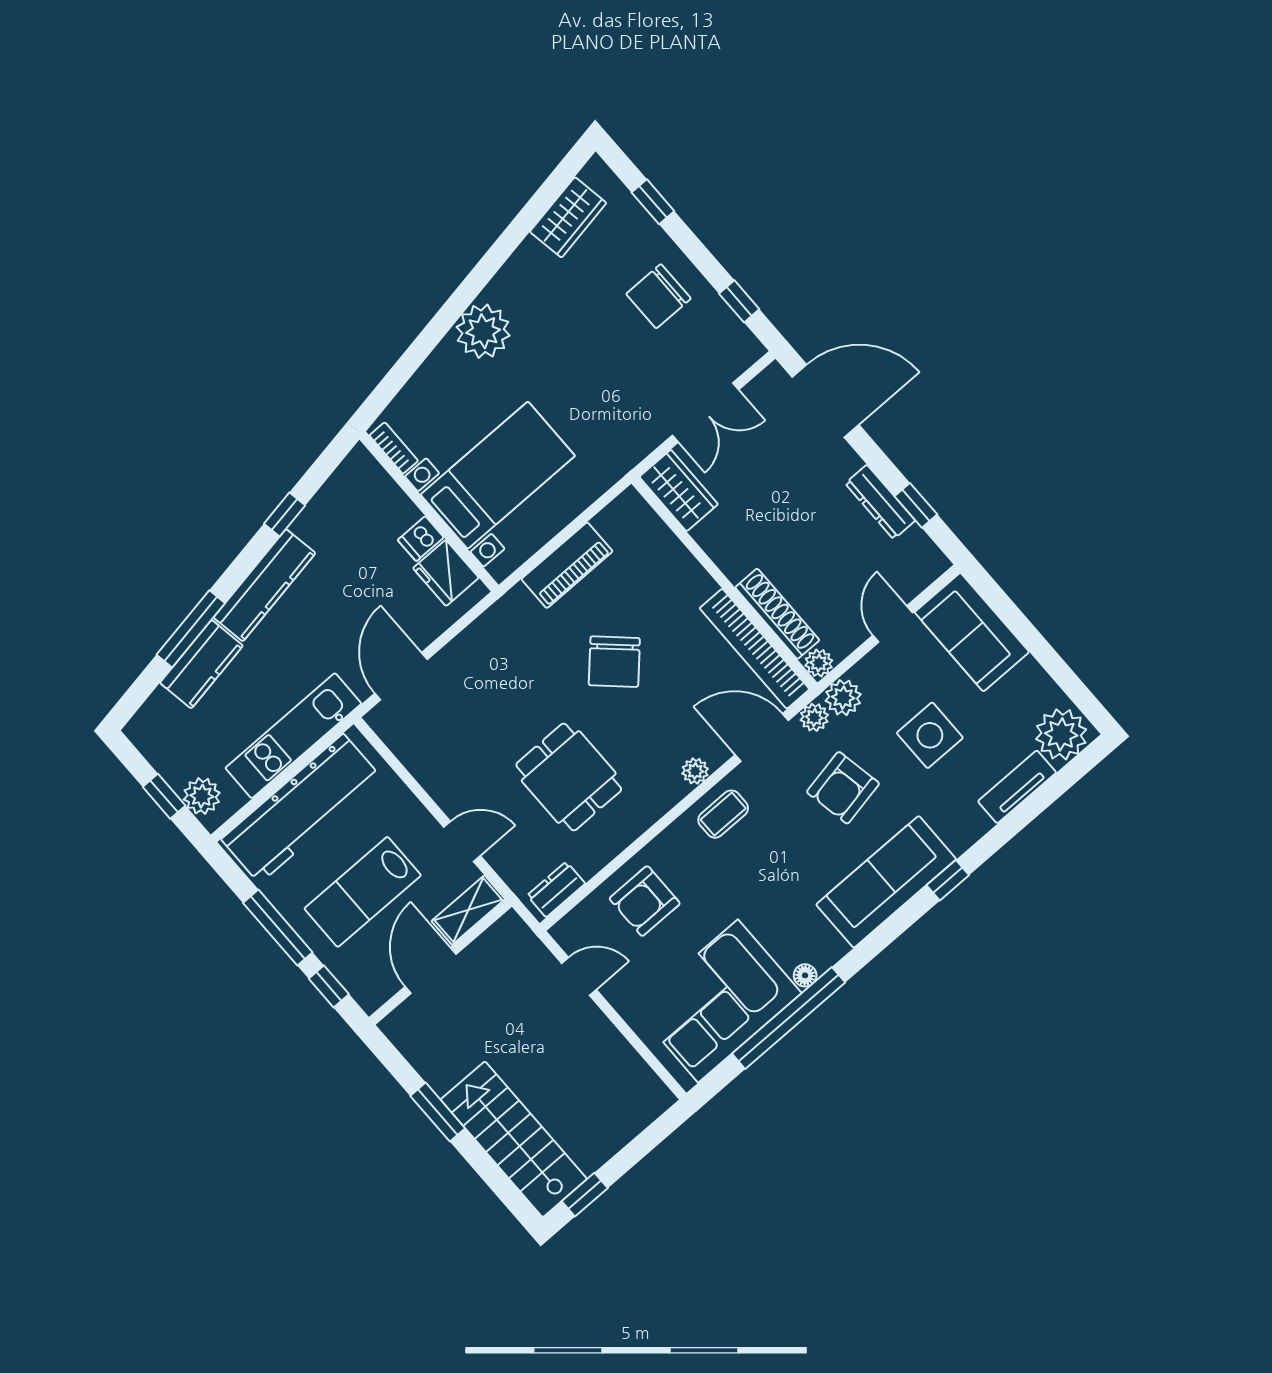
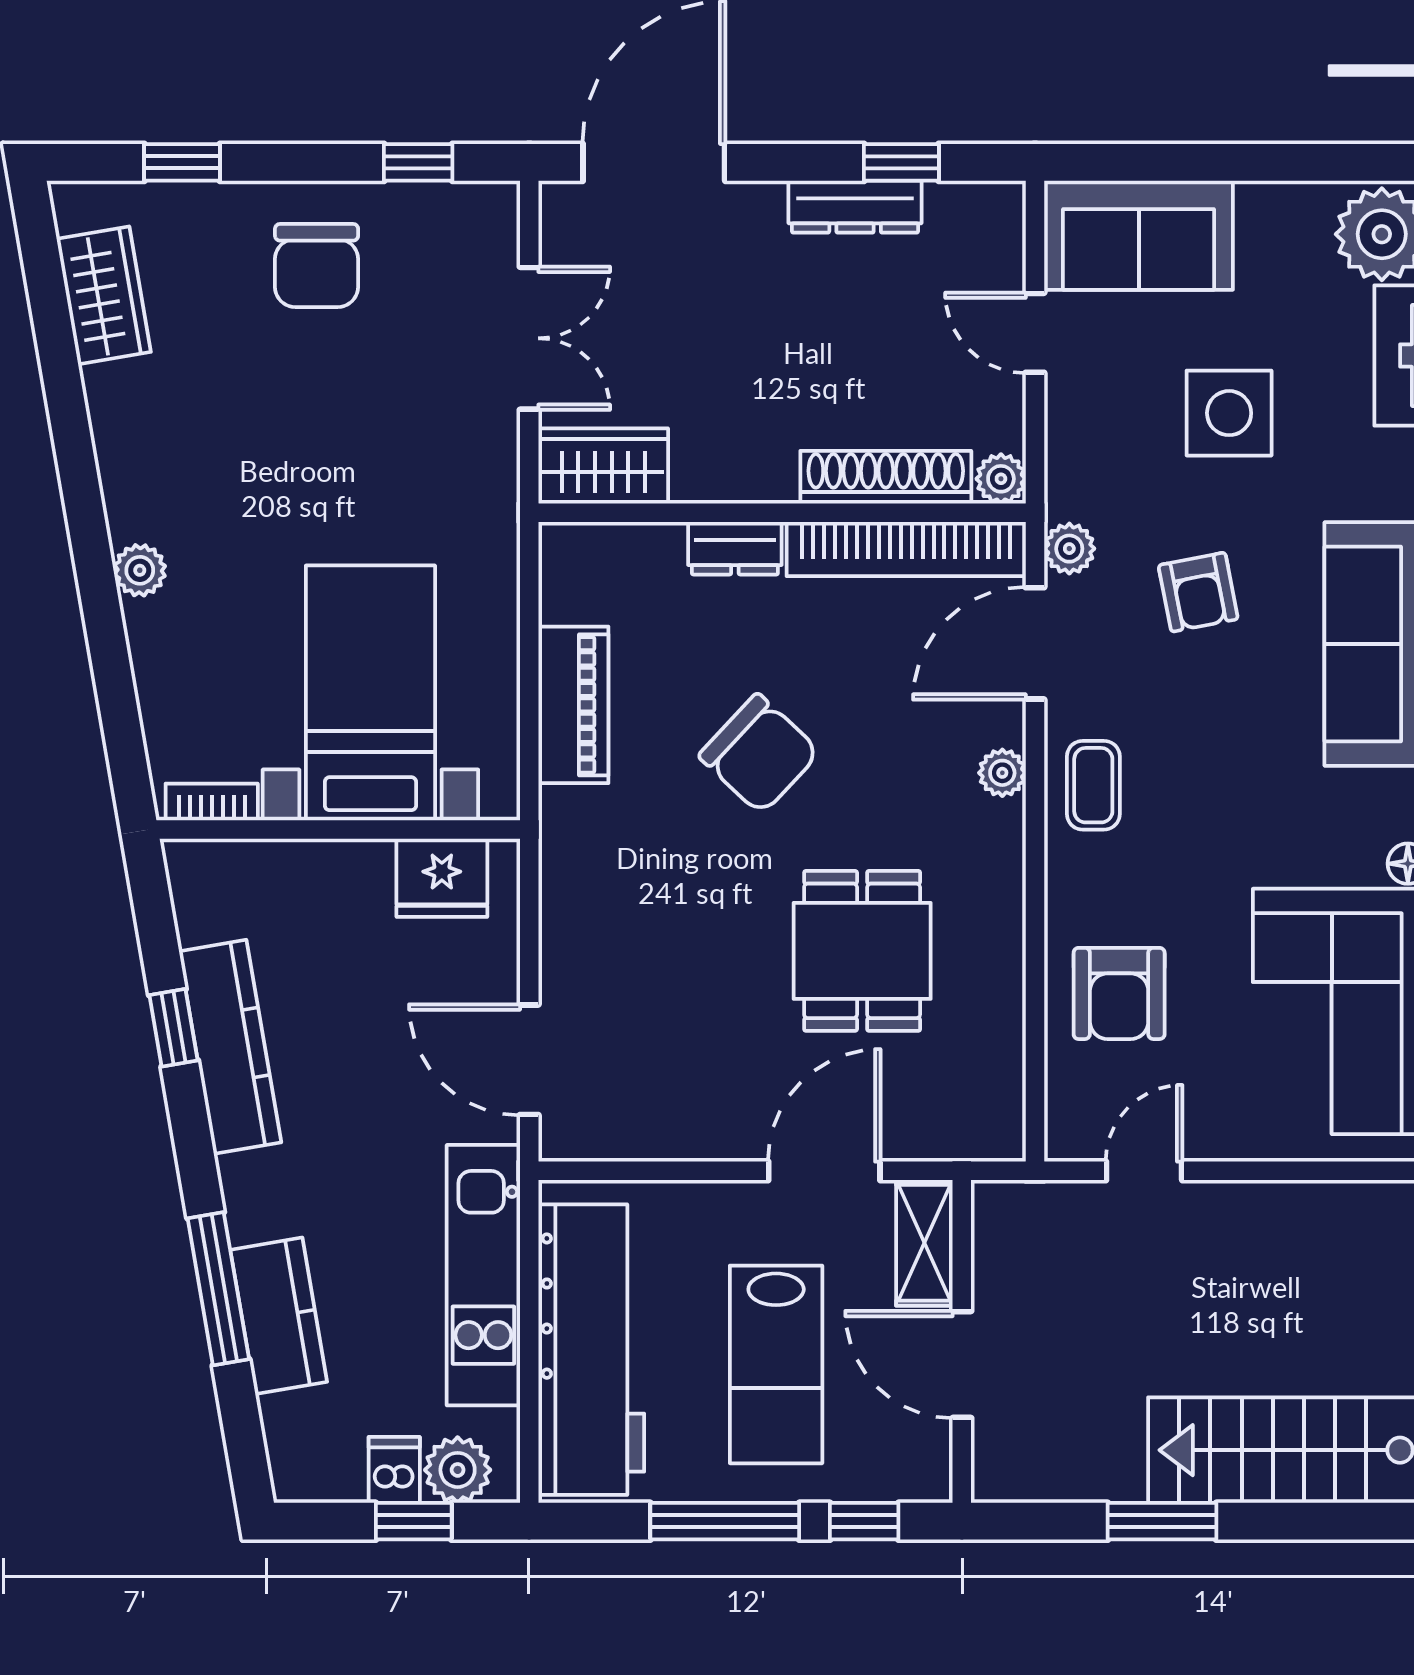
plant: (483, 331) -> (140, 570), width x0.53, depth x0.53
dishwasher: (421, 539) -> (394, 1470), moved, turned 180
kitchen counter: (264, 585) -> (230, 1047), moved
plant: (843, 698) -> (1076, 486), removed
dining table: (569, 777) -> (862, 951), turned 90
armchair: (843, 788) -> (1198, 592), width x0.72, depth x0.72
door: (462, 841) -> (824, 1171), width x1.38
dresser: (556, 889) -> (735, 548), moved, turned -90

